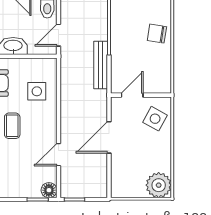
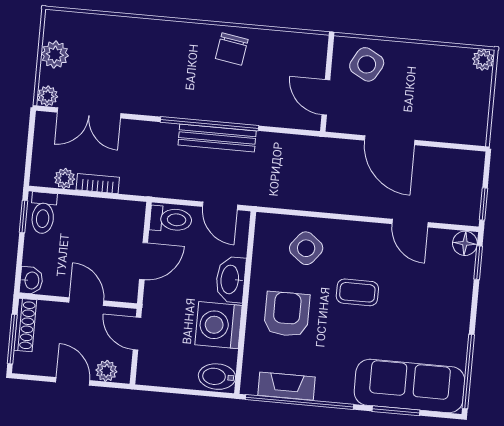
bench: (101, 65) -> (217, 138), moved
side table: (37, 91) -> (306, 248), turned 38
plant: (159, 185) -> (483, 60), width x0.53, depth x0.53

